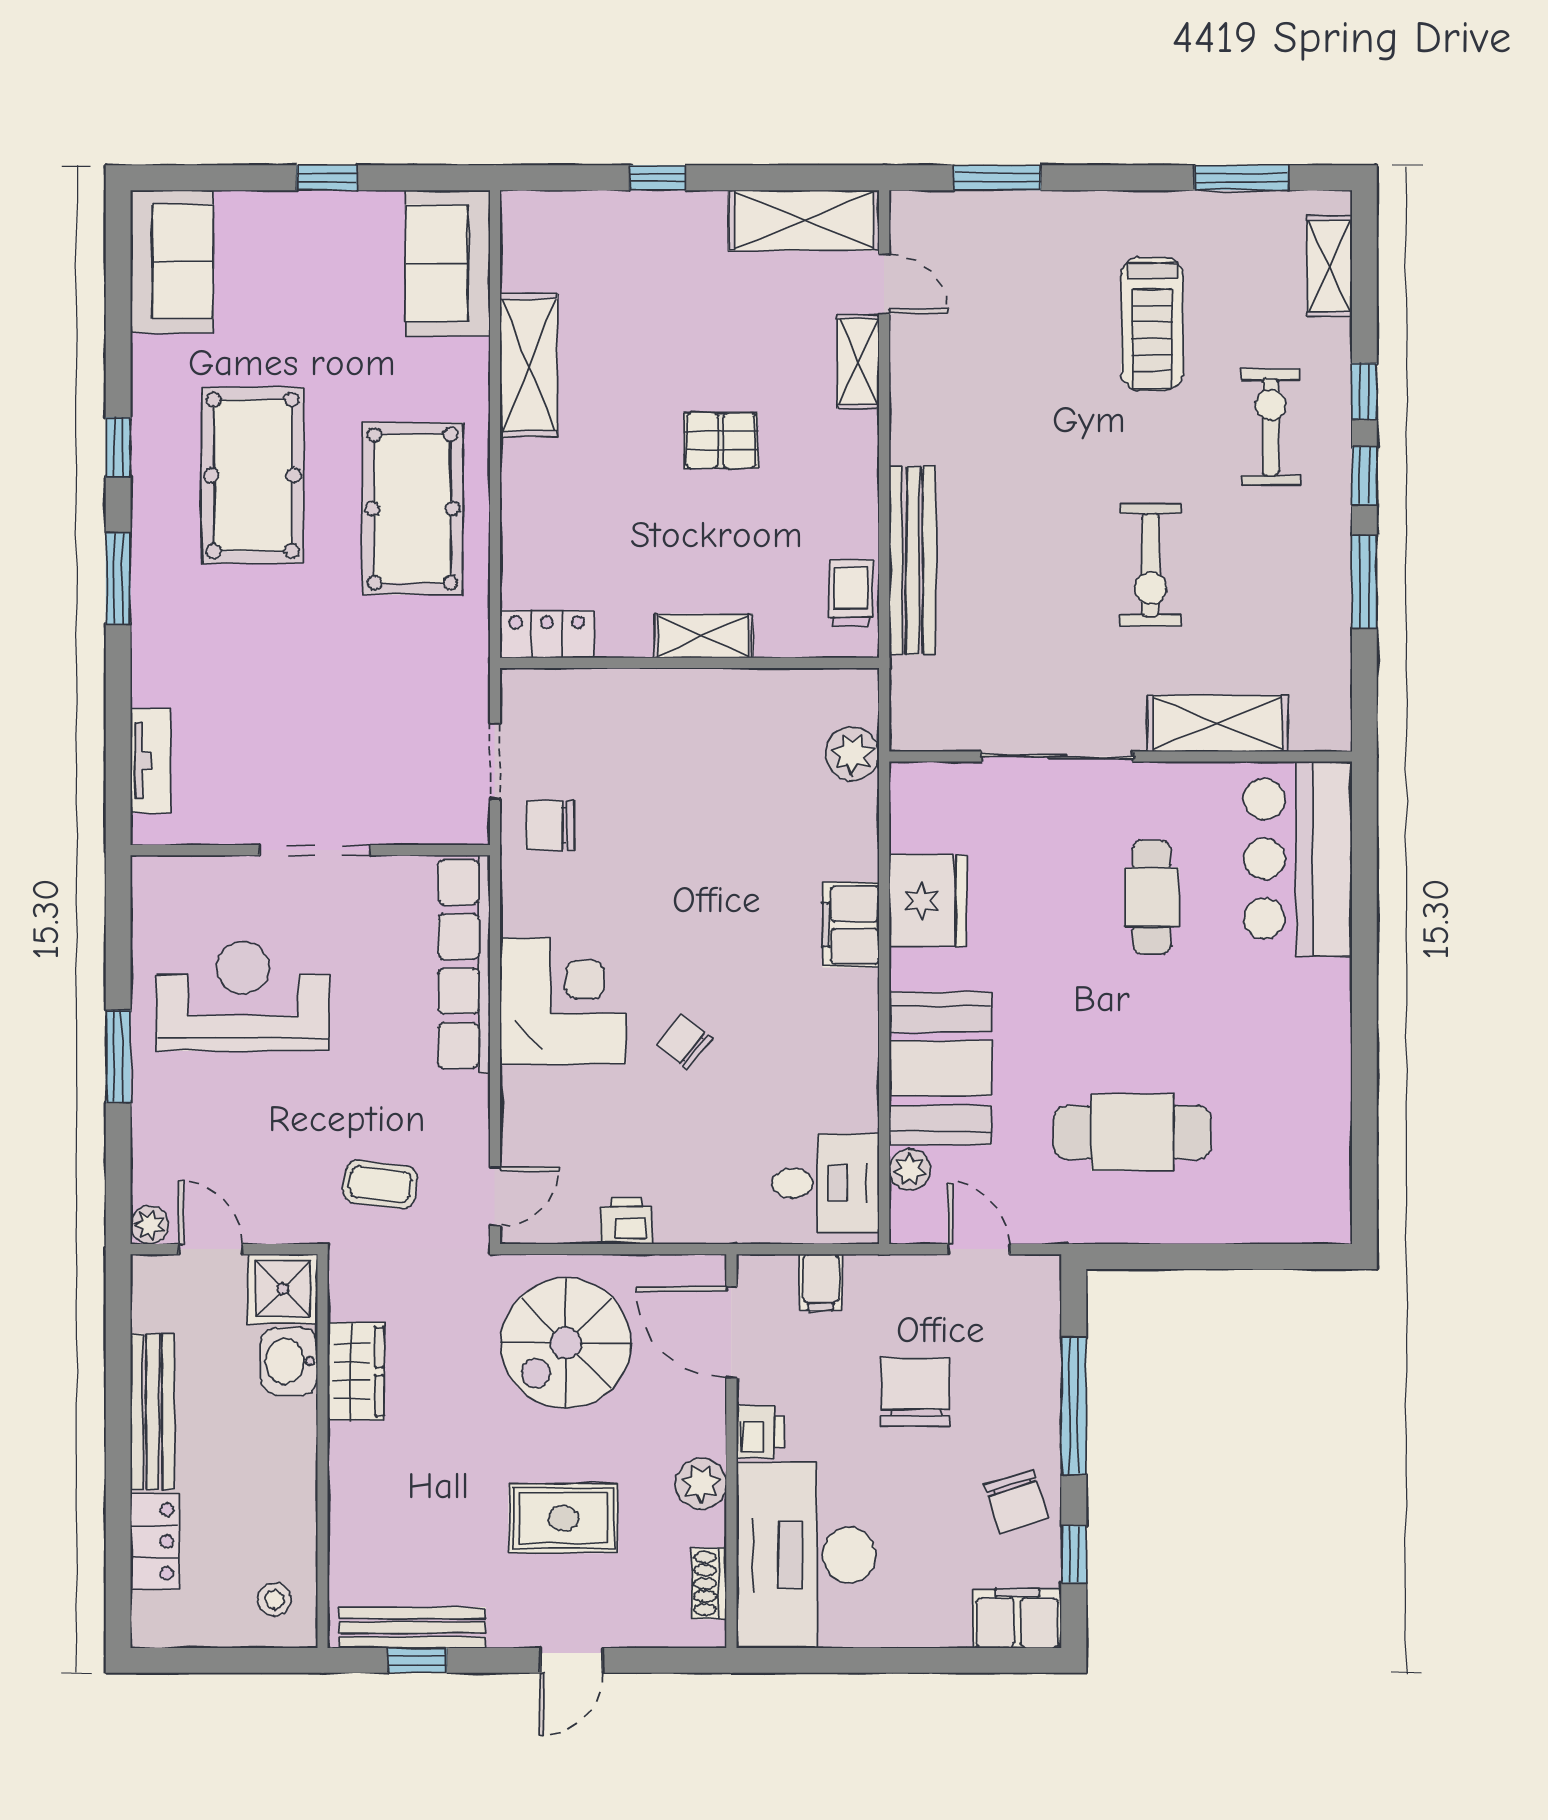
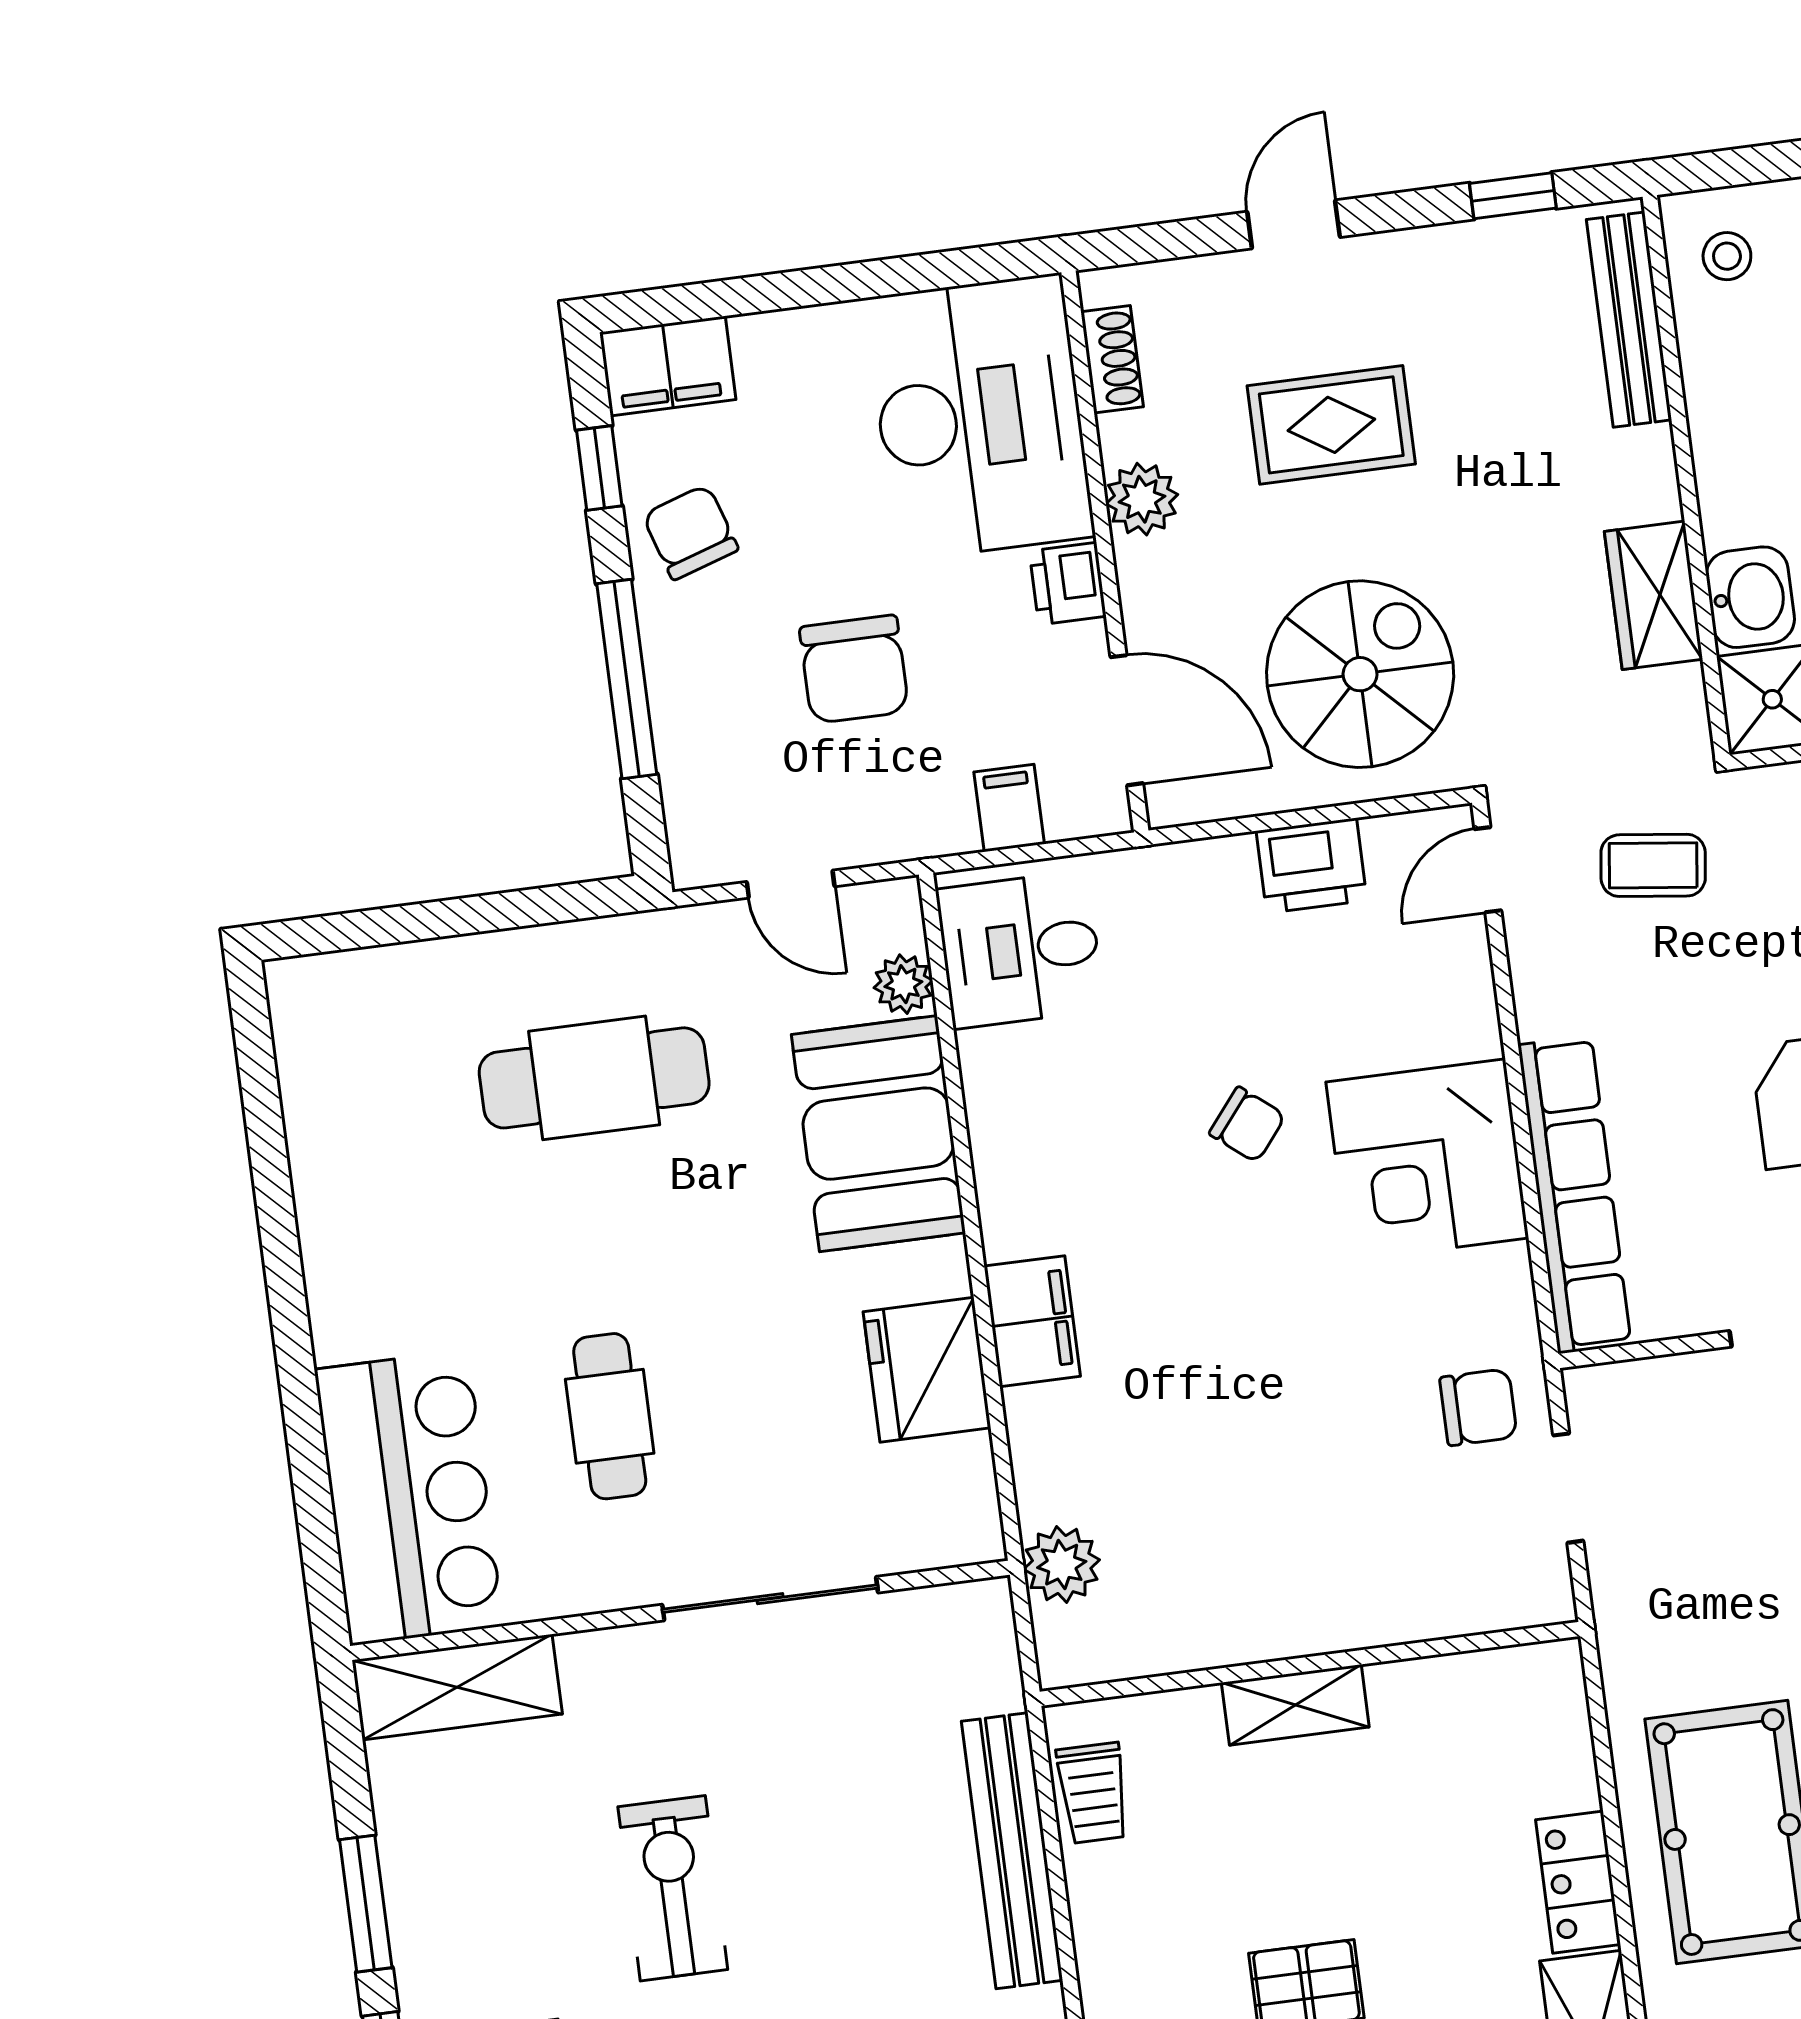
locker: (547, 634) -> (1578, 1882), moved, turned 90
shelving: (1217, 723) -> (457, 1687), moved
printer: (626, 1221) -> (1312, 866), width x1.36, depth x1.24
bench: (412, 1628) -> (1629, 320), moved, turned 90

